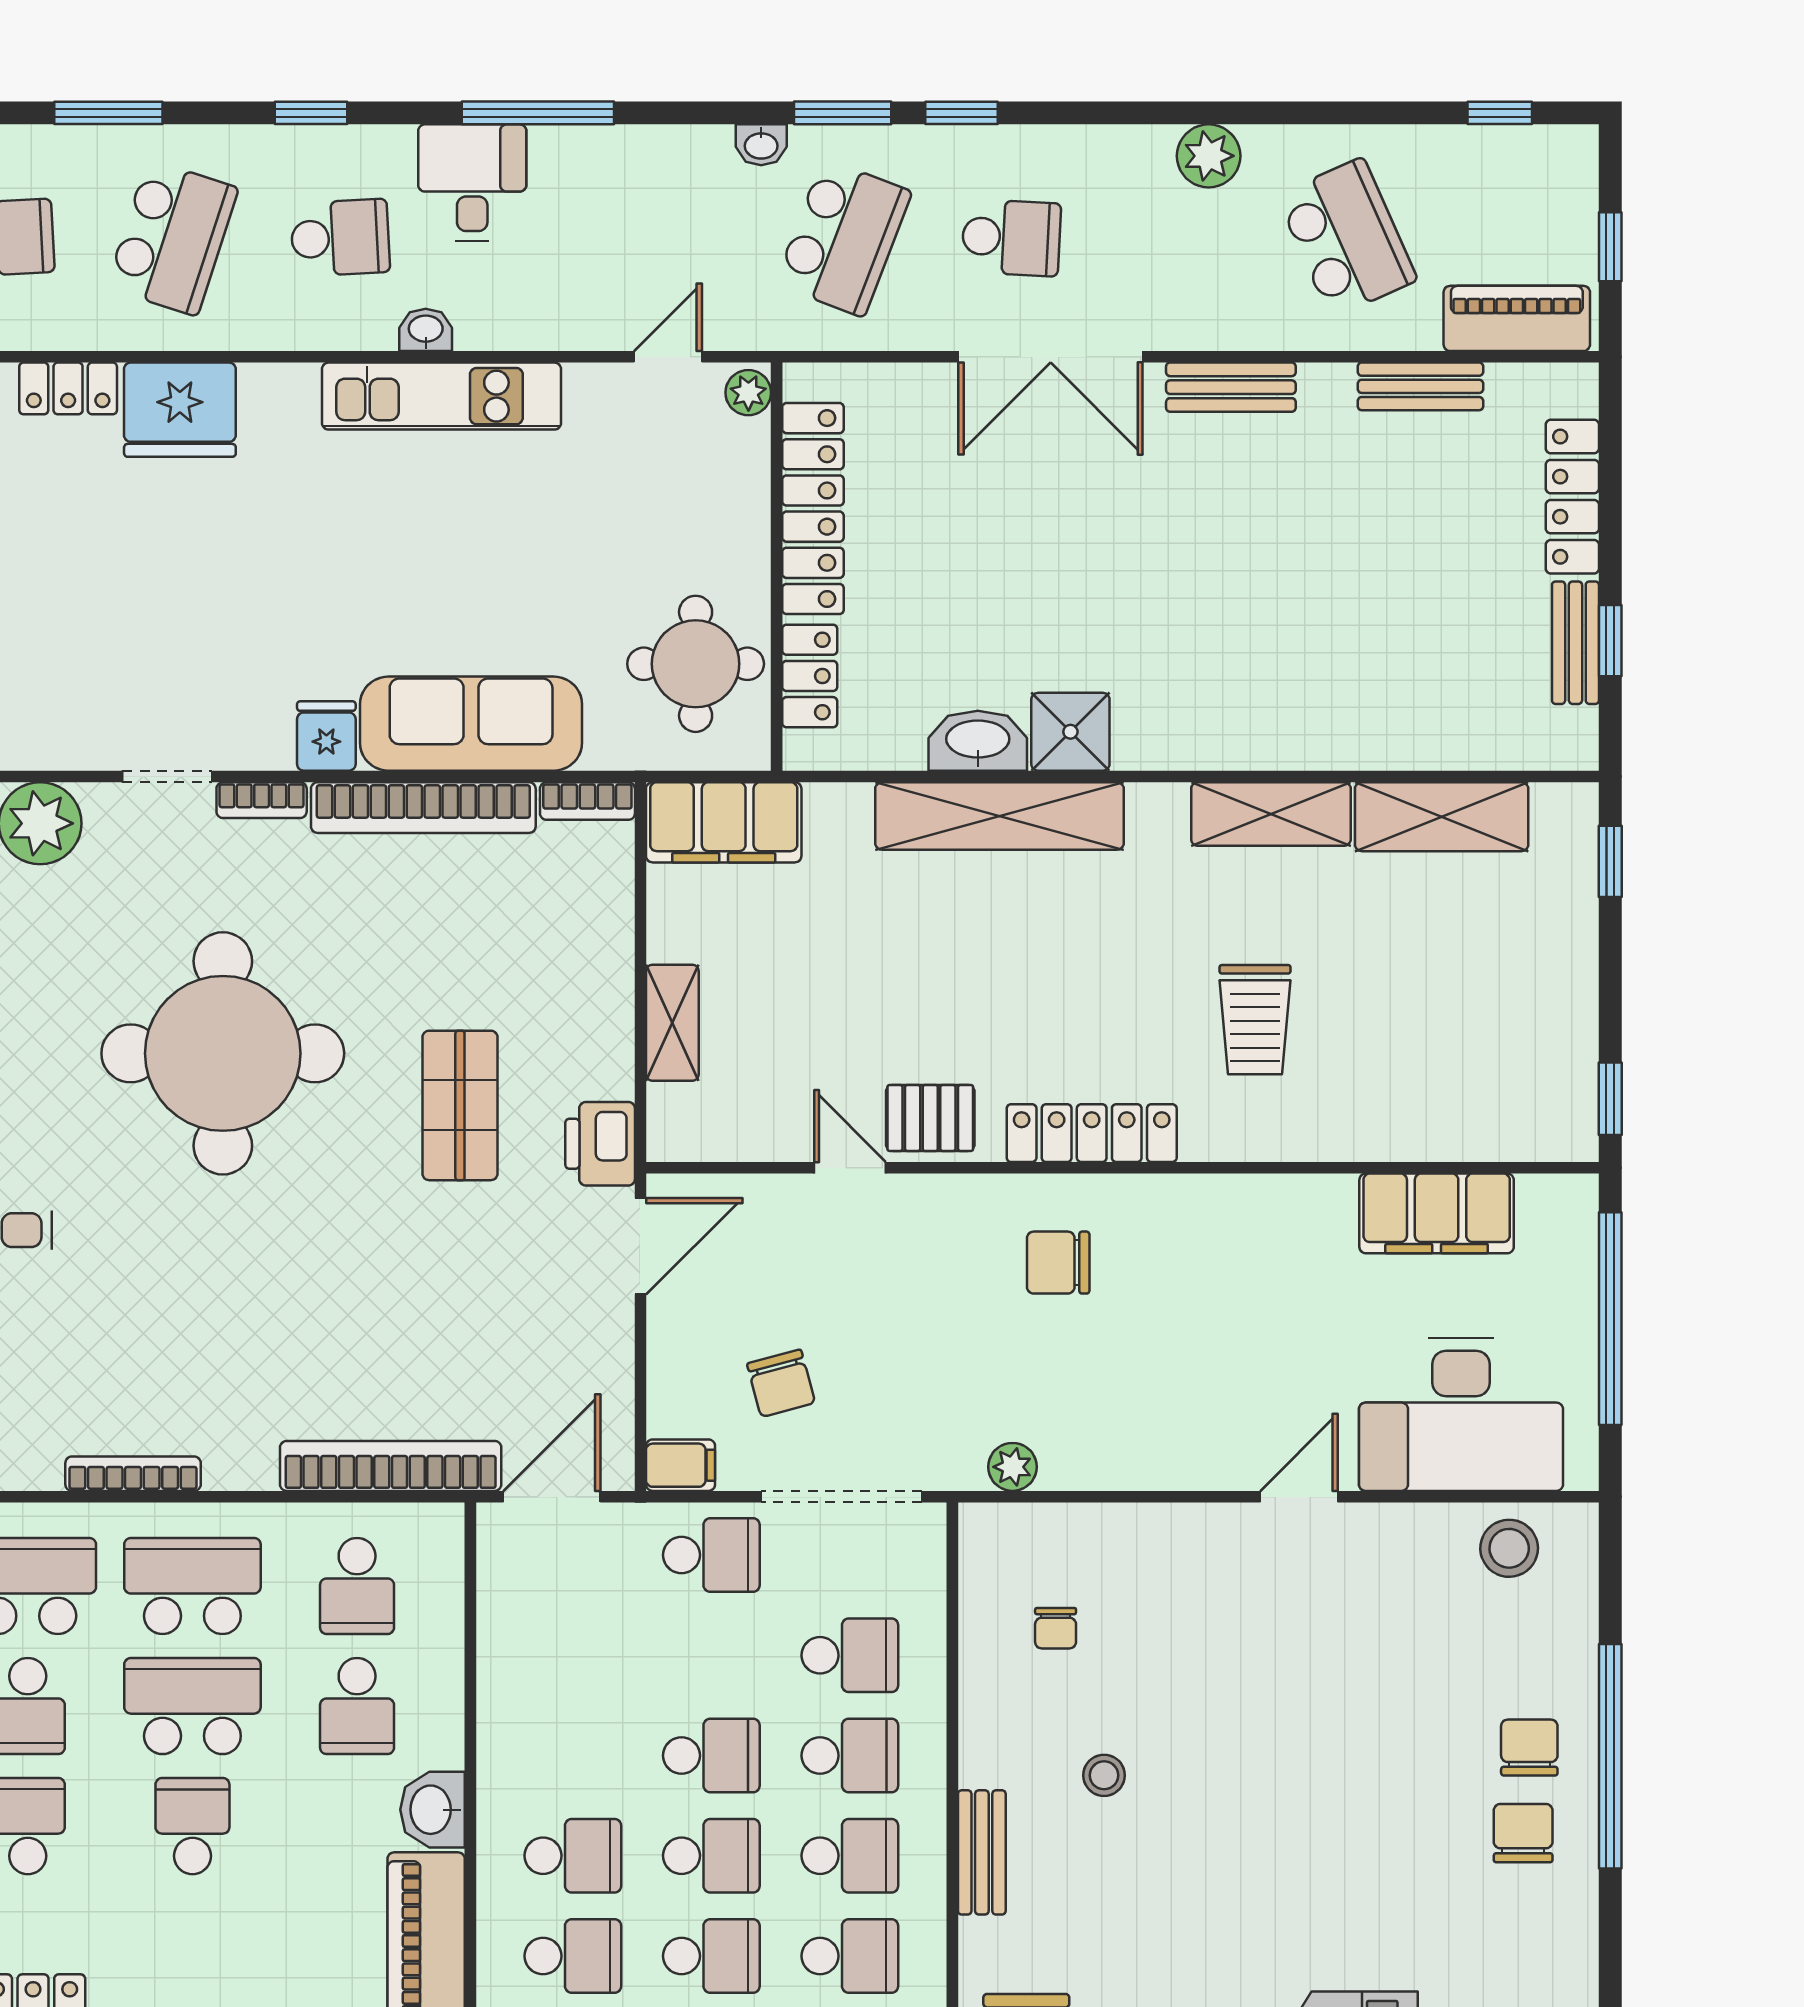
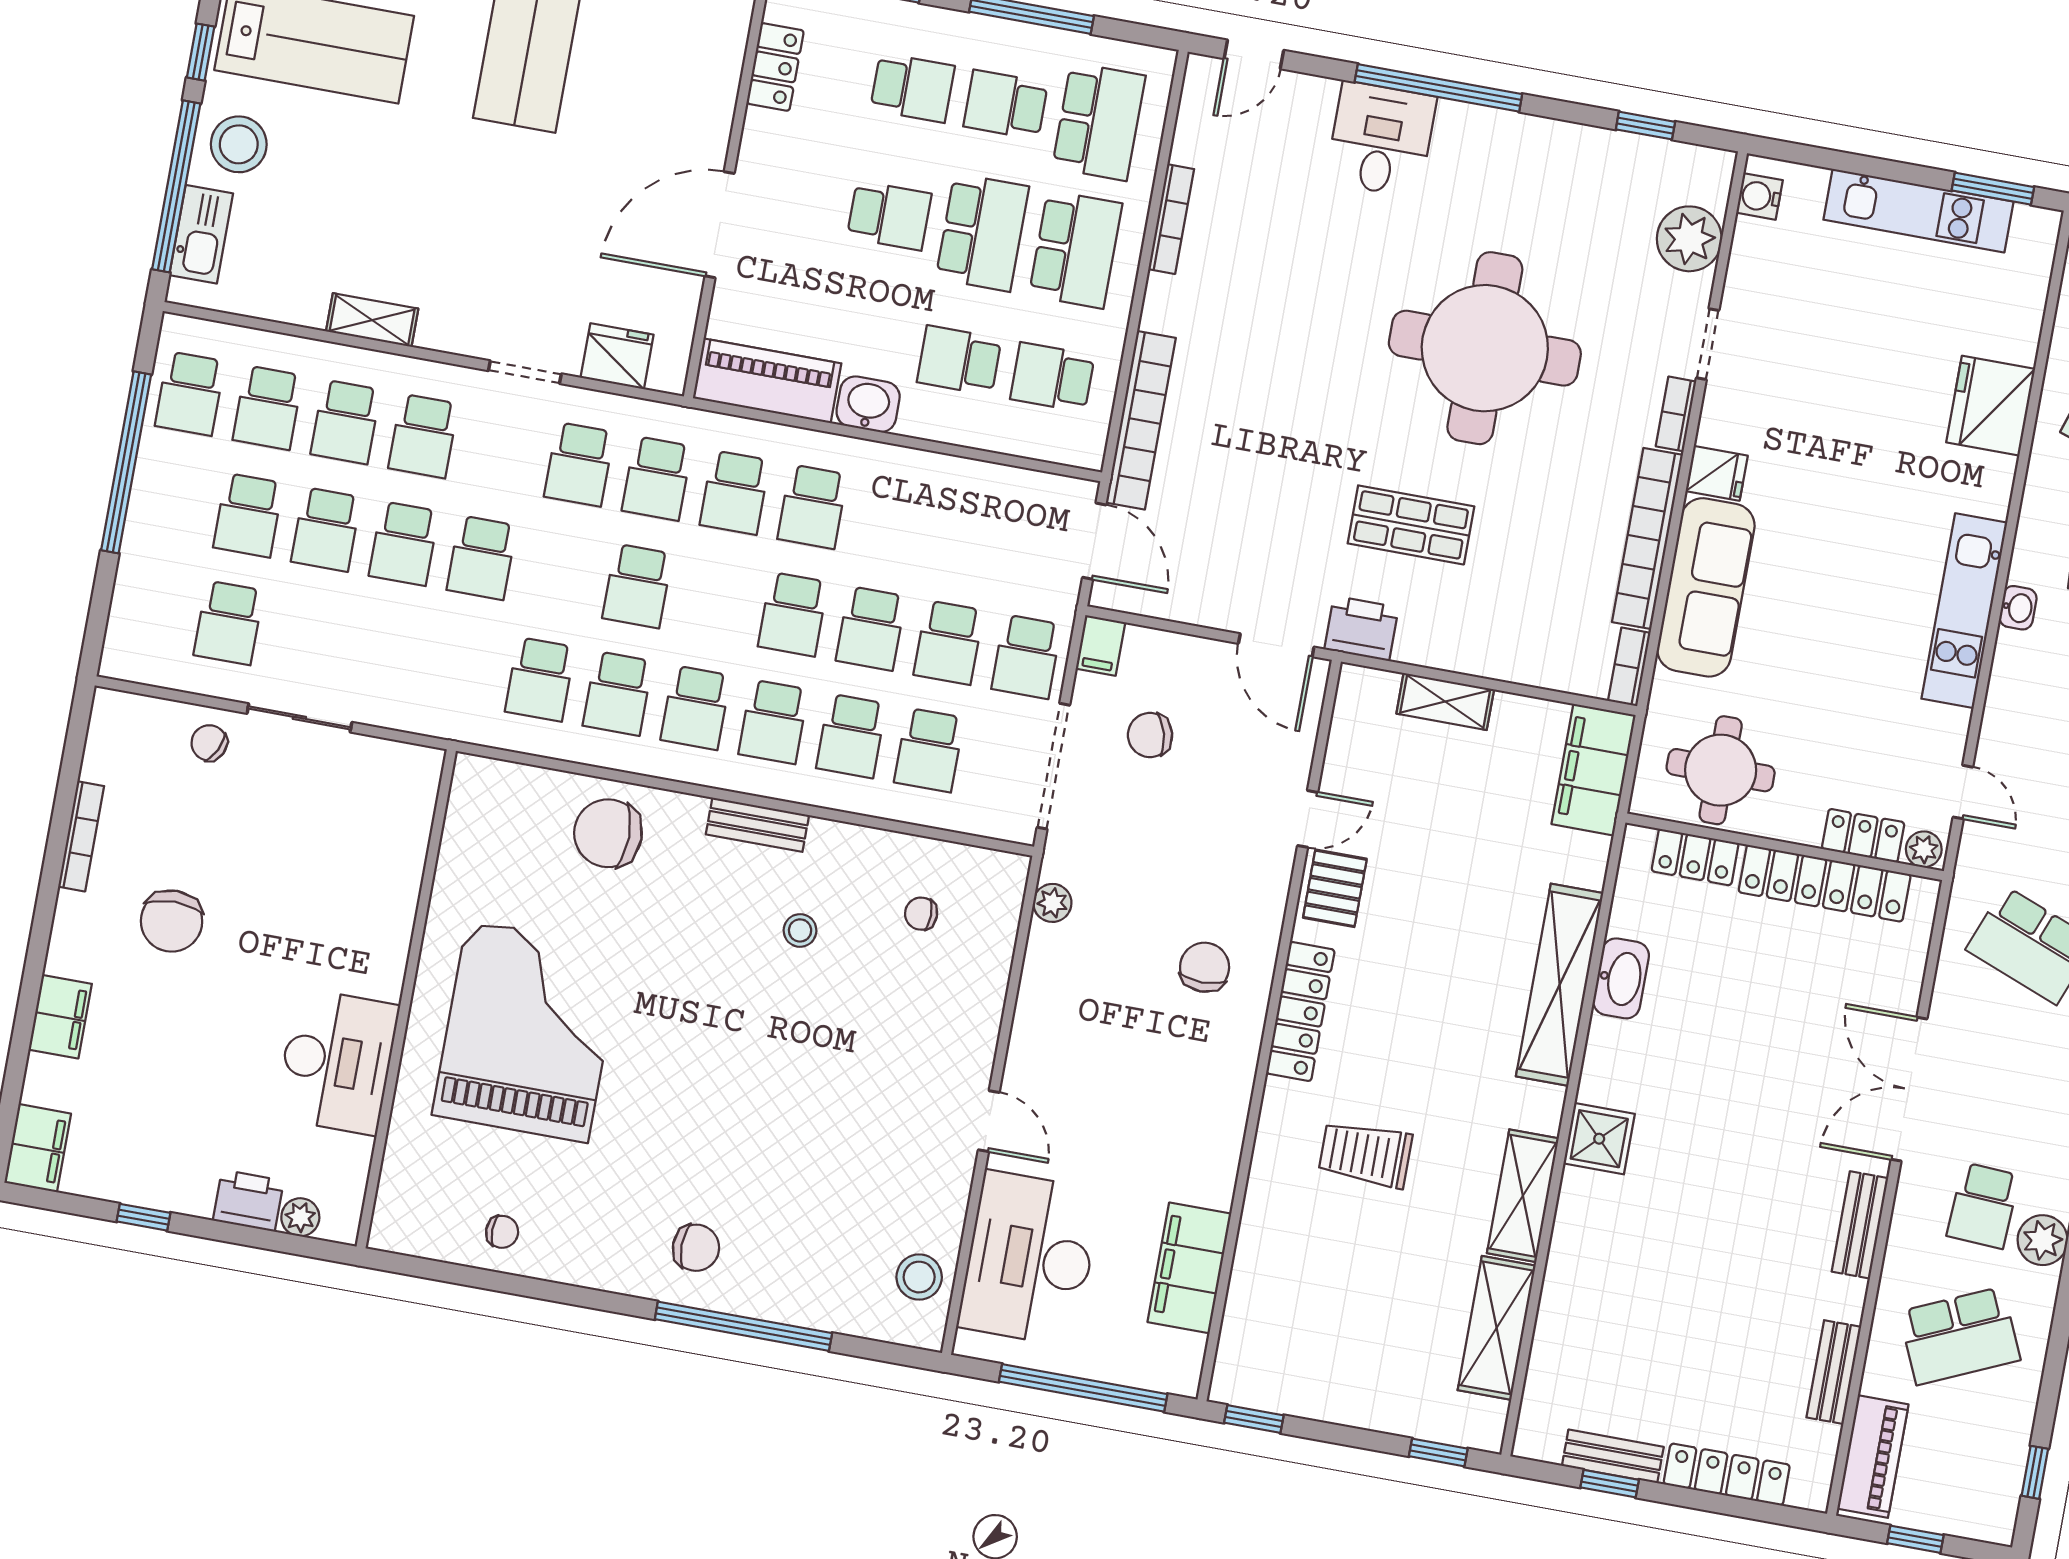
school desk: (1011, 238) -> (1983, 1206), moved
locker: (68, 388) -> (1863, 836), moved, turned 90
shower: (1070, 732) -> (1599, 1139), moved
chair: (1529, 1748) -> (762, 1265), removed
school desk: (711, 1956) -> (949, 643), moved

